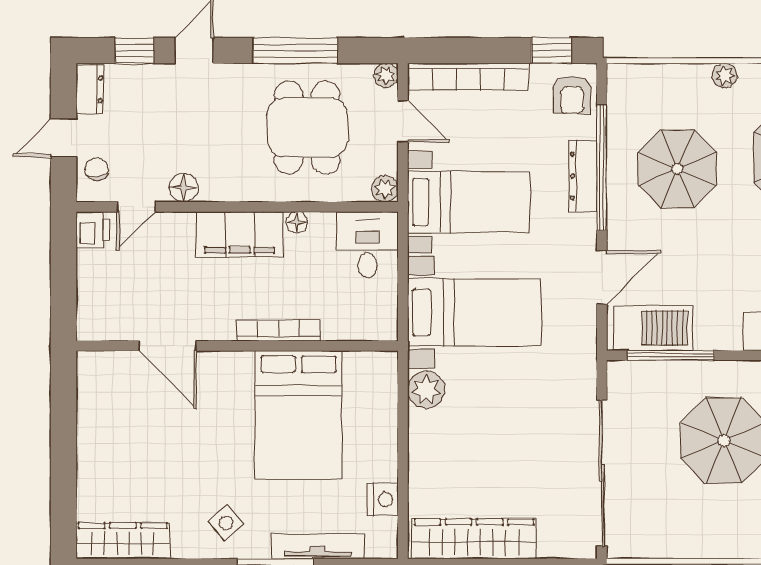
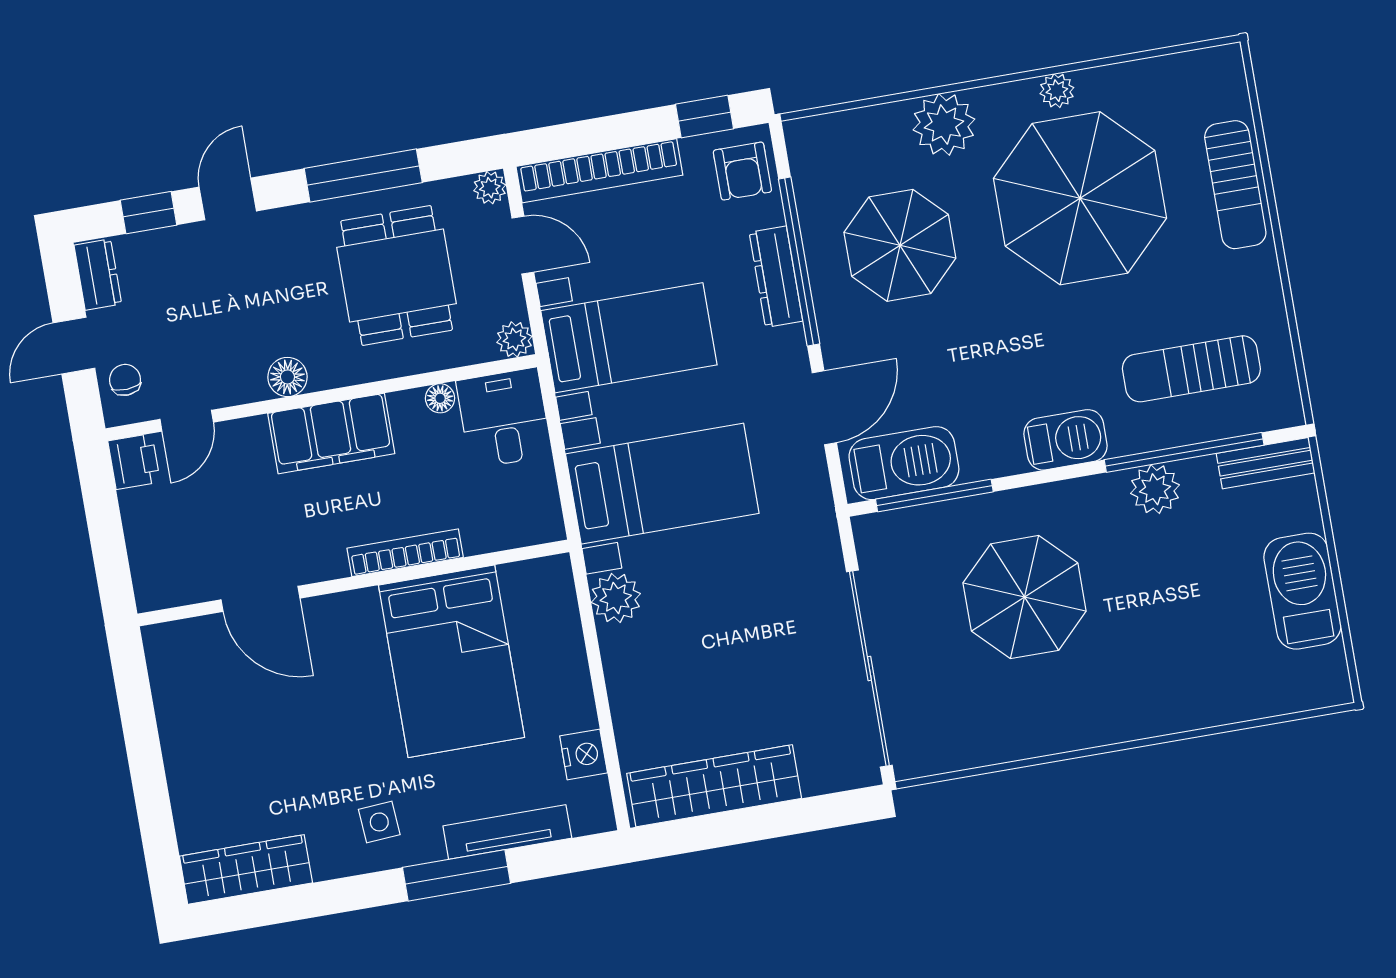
plant: (725, 76) -> (944, 124), width x1.87, depth x1.87
floor lamp: (184, 188) -> (287, 377), moved
floor lamp: (297, 222) -> (440, 398), moved
side table: (226, 523) -> (379, 822), turned 36

